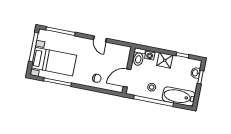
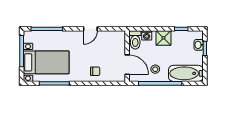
door: (100, 39) -> (90, 29), hinge flipped
door: (127, 78) -> (127, 65), swing flipped

